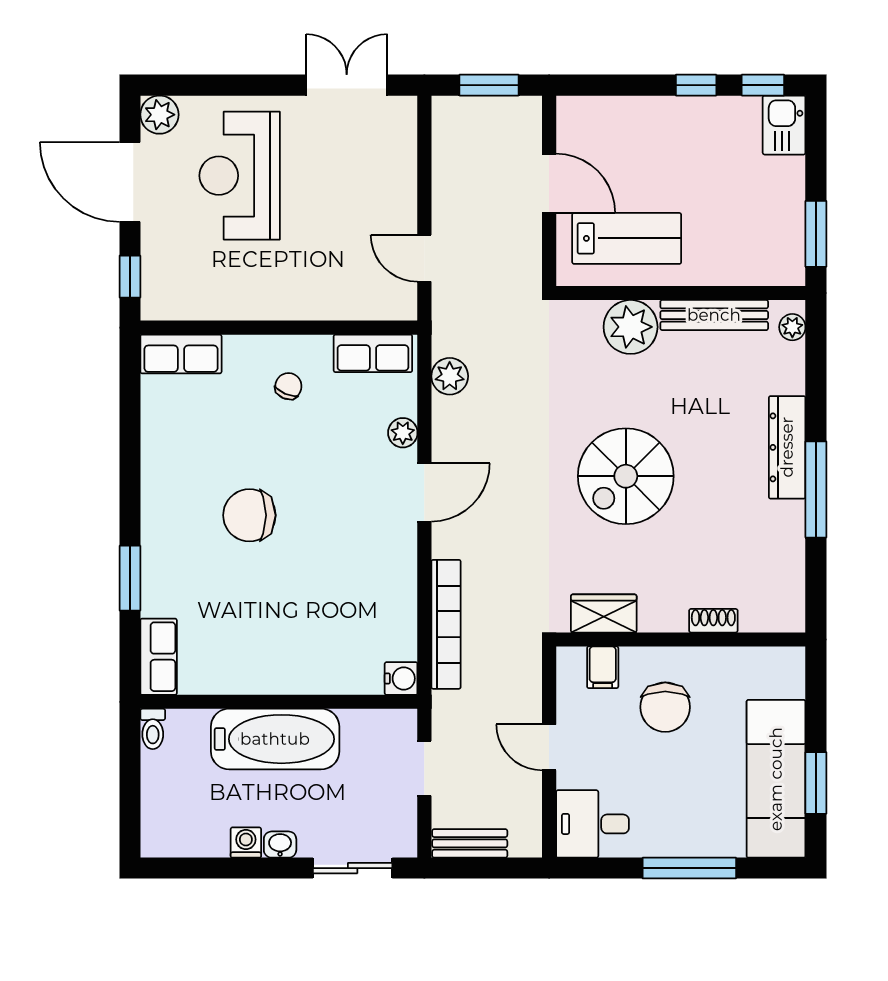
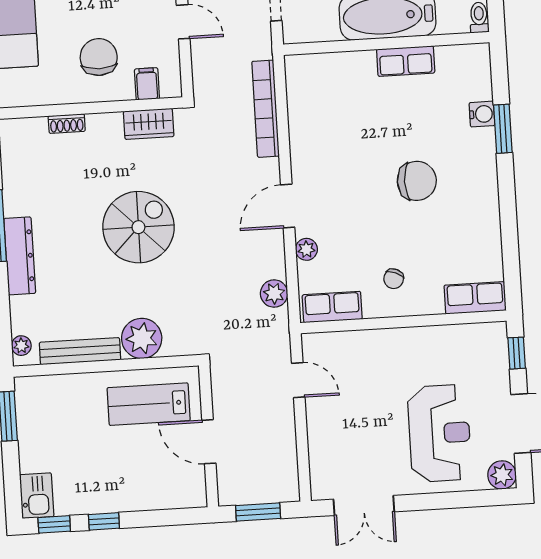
row of seats: (159, 657) -> (406, 61), moved, turned -90
water cooler: (401, 678) -> (482, 114), moved, turned 180

